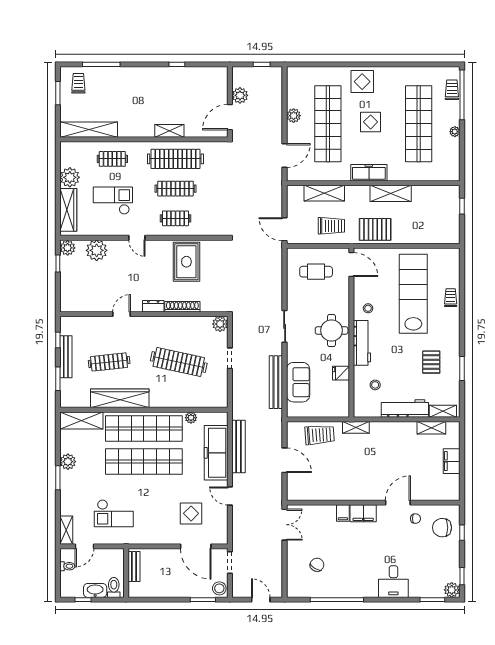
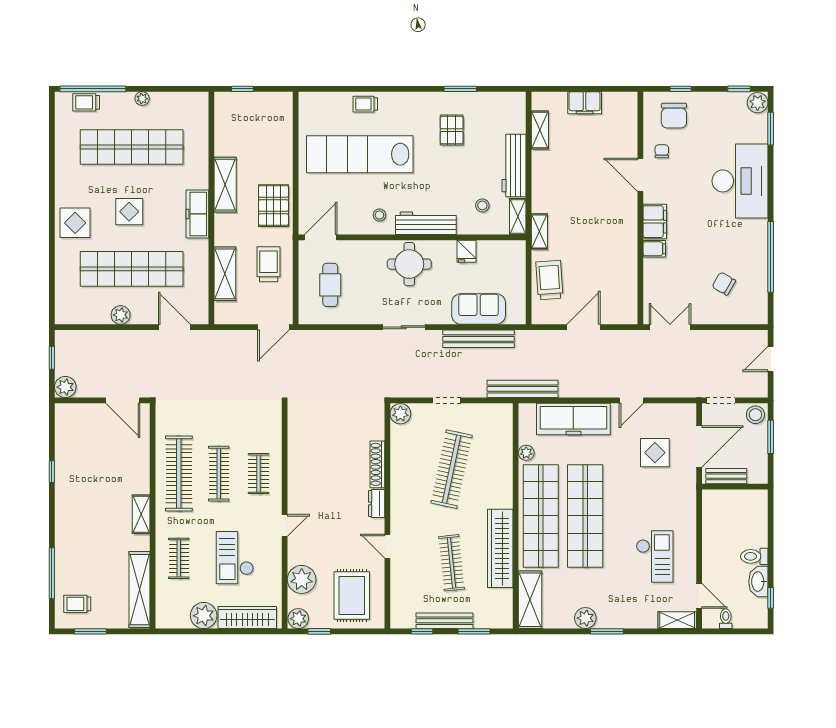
plant: (240, 95) -> (65, 387), moved
shelving: (169, 131) -> (141, 514), moved
rug: (186, 262) -> (352, 596), moved, turned 90
pallet: (431, 362) -> (452, 130), turned 90
shelving: (443, 411) -> (518, 217), moved
bench: (239, 447) -> (522, 389), moved
bench: (134, 567) -> (726, 476), moved
wall: (126, 573) -> (735, 487), moved
desk: (393, 582) -> (740, 181), width x1.87, depth x1.30

